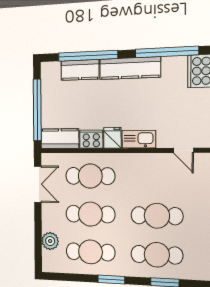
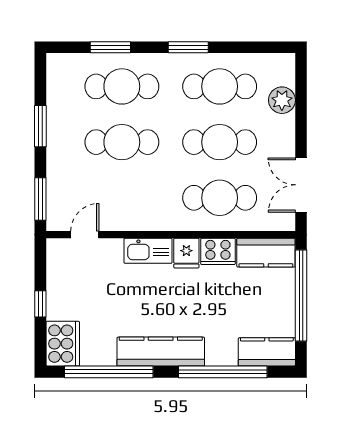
kitchen counter: (80, 70) -> (267, 352), moved
door: (183, 150) -> (85, 235), hinge flipped

